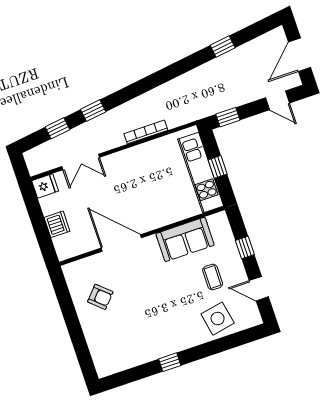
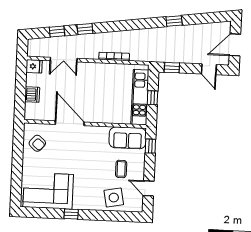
window: (223, 47) -> (174, 21), moved
sofa: (185, 239) -> (128, 138), moved
window: (245, 248) -> (150, 146), moved
armchair: (100, 297) -> (37, 143), moved
corner sofa: (127, 343) -> (48, 191), added

